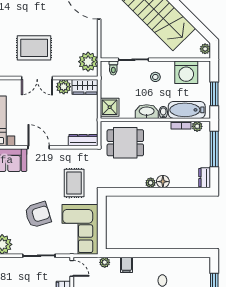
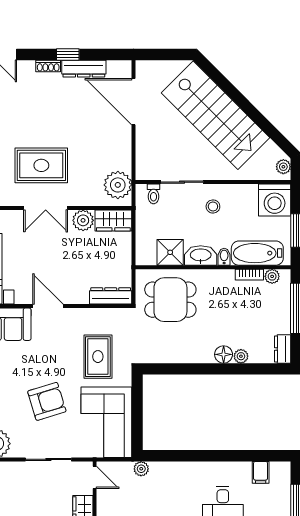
washing machine: (186, 72) -> (275, 200), moved
shower: (110, 107) -> (170, 252), moved
plant: (151, 183) -> (241, 356), moved
filing cabinet: (126, 265) -> (261, 472), moved

